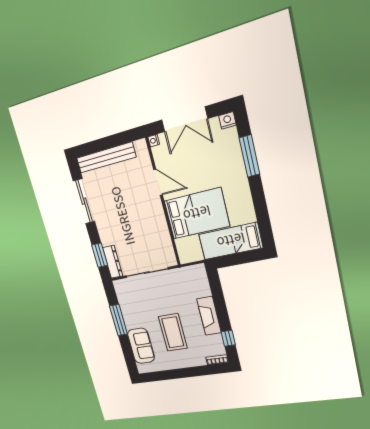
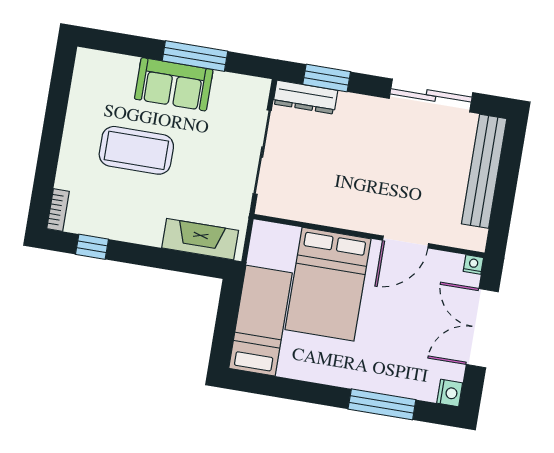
fireplace: (209, 316) -> (200, 239), moved
sofa: (141, 346) -> (174, 84), moved

